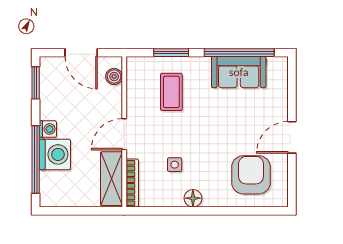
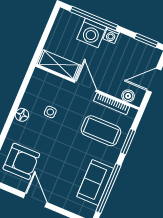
coffee table: (171, 92) -> (101, 131), width x1.36, depth x1.32
bookcase: (132, 183) -> (112, 104), moved

